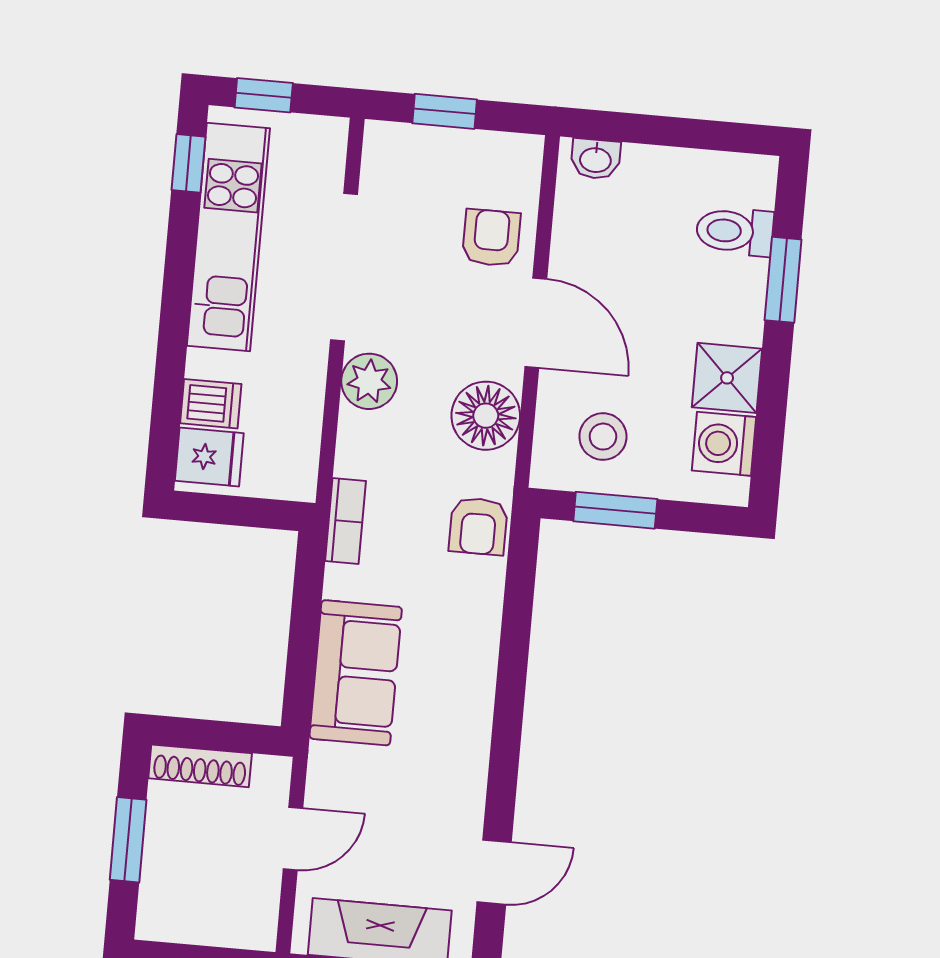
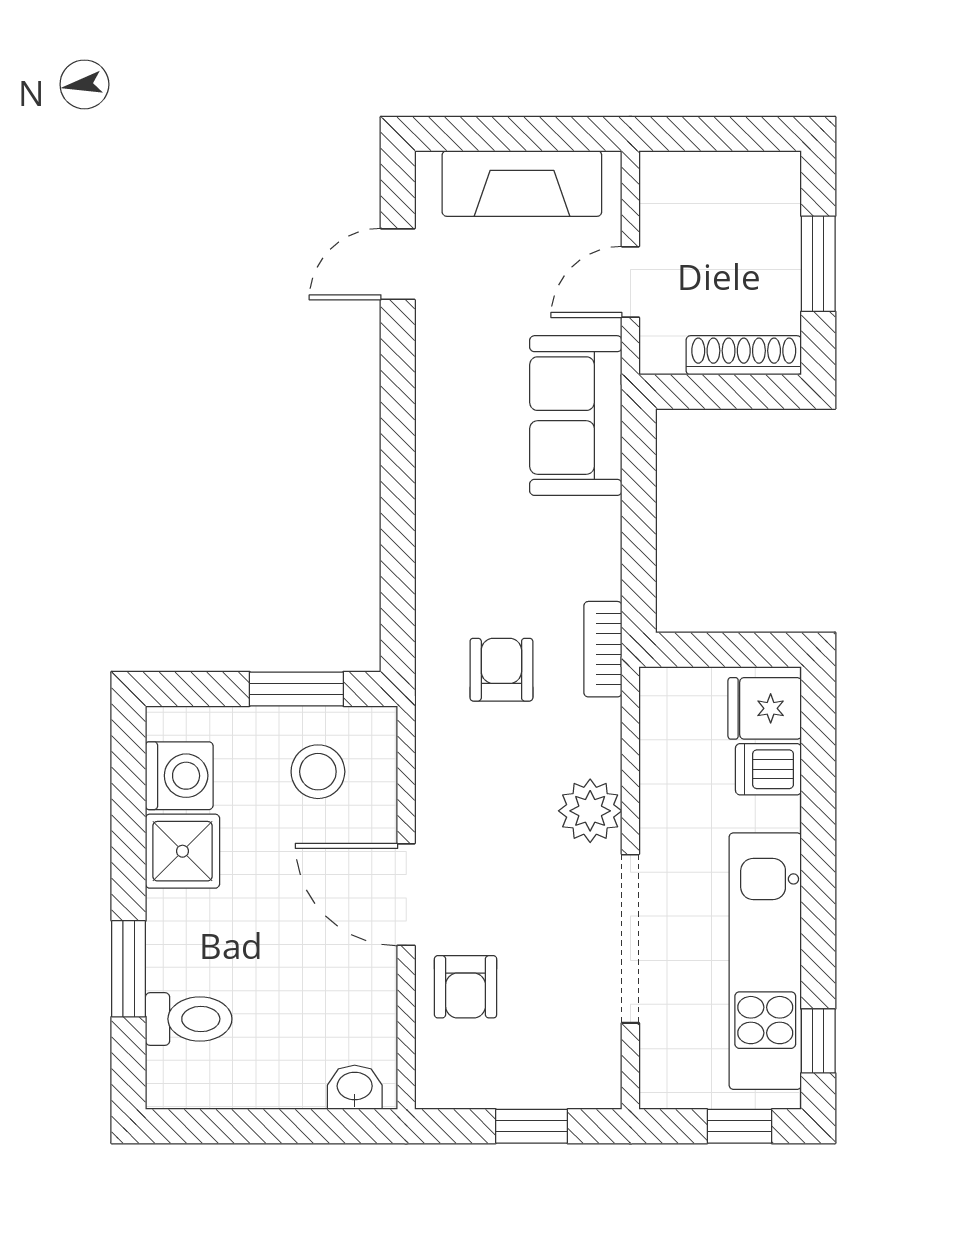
floor lamp: (486, 416) -> (454, 784), removed
armchair: (478, 526) -> (501, 670), moved
sofa: (356, 673) -> (576, 416), moved

